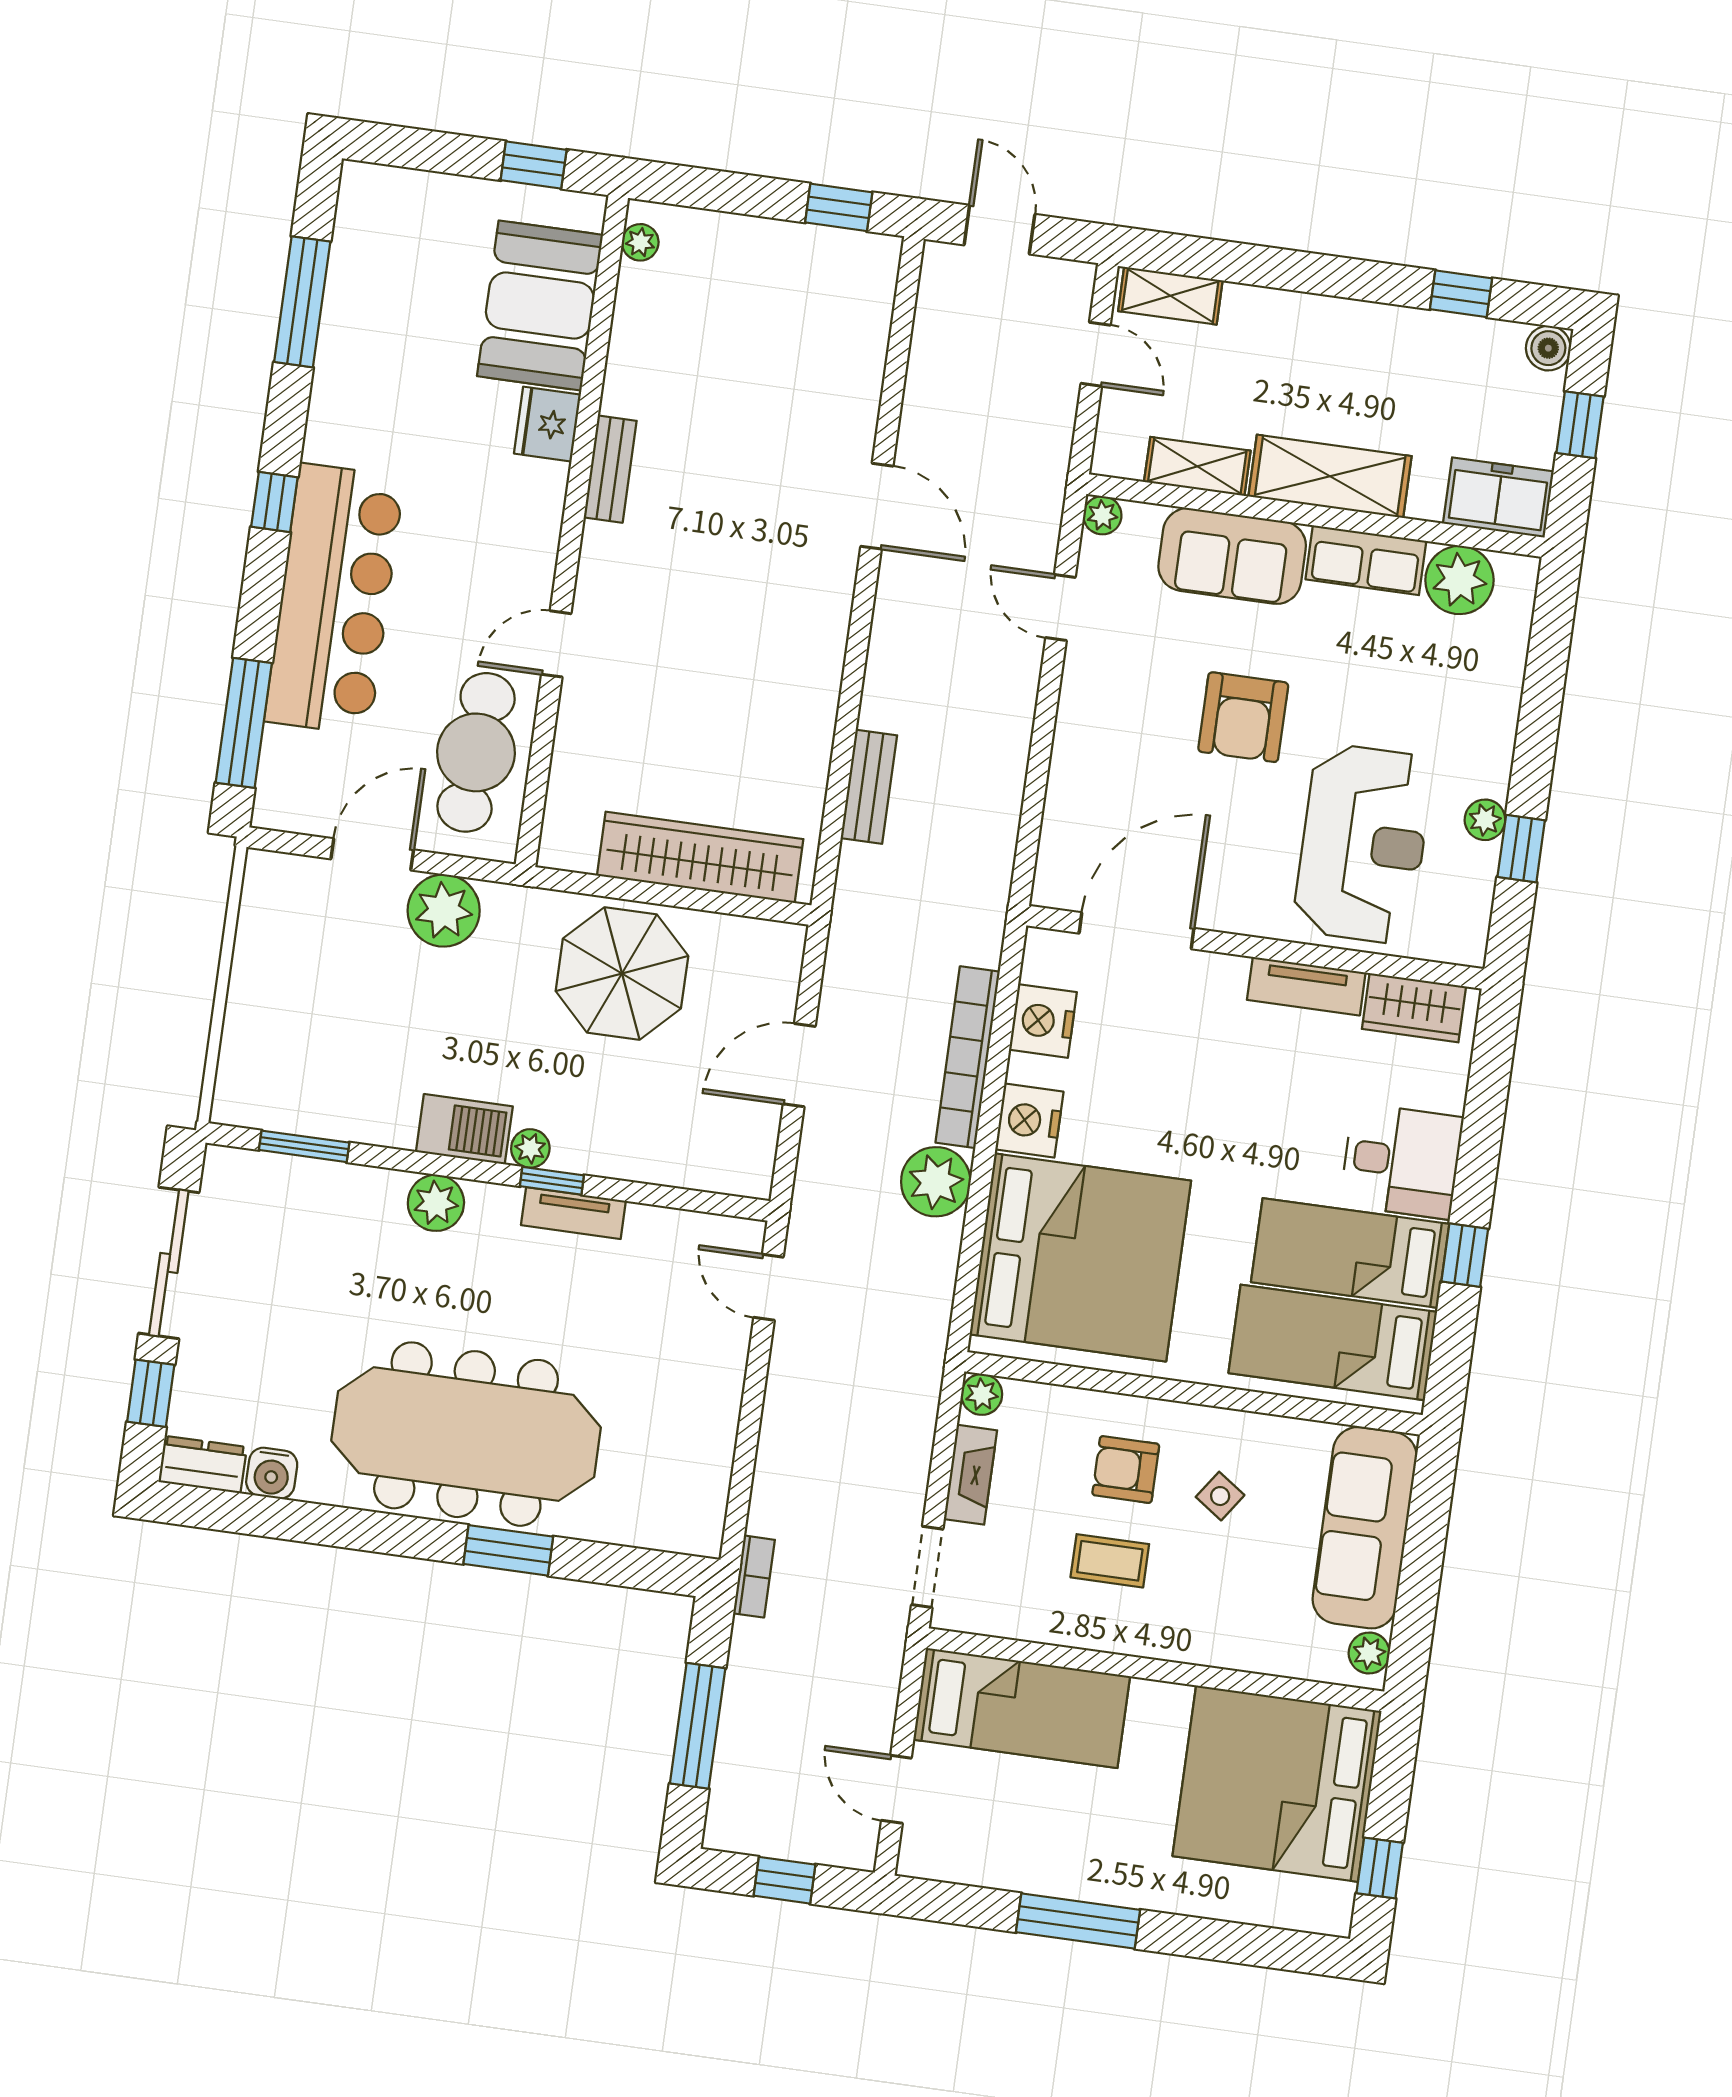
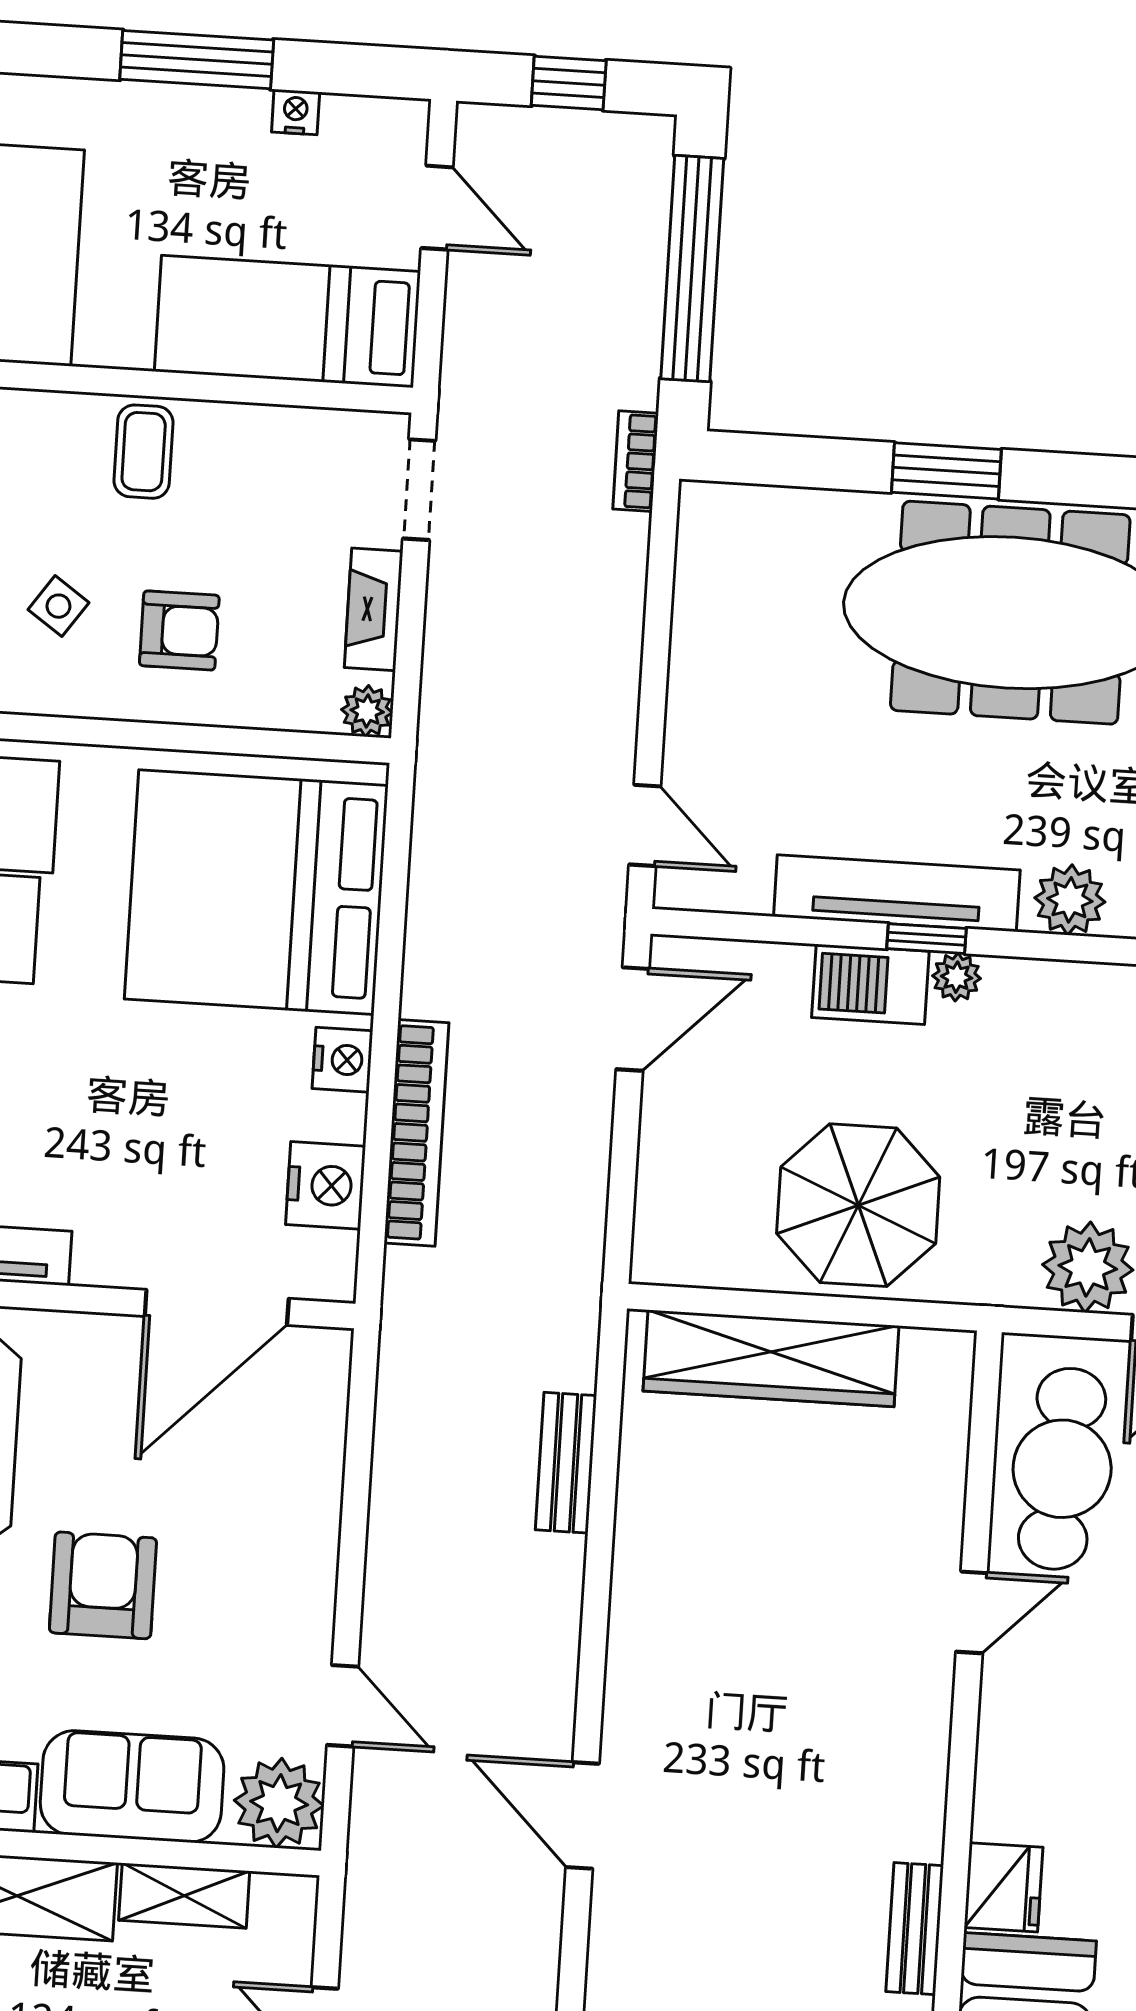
bench: (610, 469) -> (915, 1929), moved
plant: (1102, 515) -> (279, 1803), width x1.88, depth x1.88
door: (799, 1065) -> (633, 1019), moved
nightstand: (1029, 1121) -> (342, 1060), width x0.74, depth x0.75
barbecue: (464, 1129) -> (870, 984), moved
plant: (936, 1182) -> (445, 974), removed
tv unit: (573, 1213) -> (897, 893), width x1.92, depth x1.29
coffee table: (1110, 1561) -> (144, 452), moved, turned 90
window: (698, 1726) -> (692, 269), width x1.46
nightstand: (1003, 1873) -> (296, 112), added

